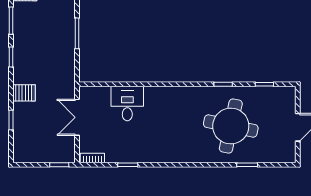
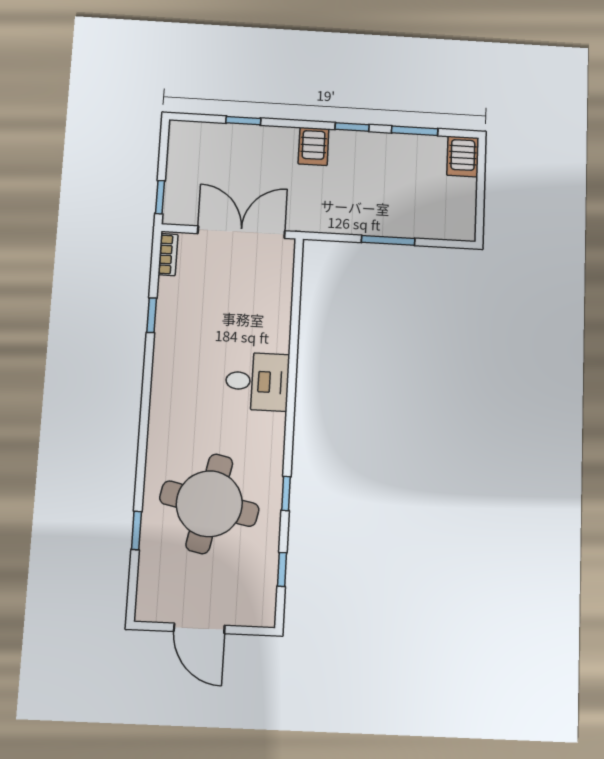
server rack: (24, 93) -> (313, 146), moved
desk: (127, 104) -> (257, 381), moved
double door: (77, 117) -> (241, 232), width x1.37

